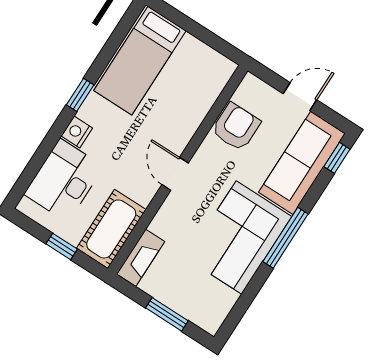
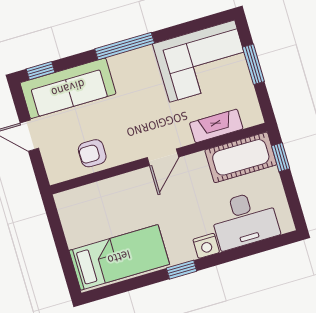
armchair: (236, 127) -> (92, 153), width x0.72, depth x0.72
corner sofa: (239, 237) -> (202, 61), moved
window: (62, 246) -> (281, 157), moved
fireplace: (141, 258) -> (216, 126), moved

